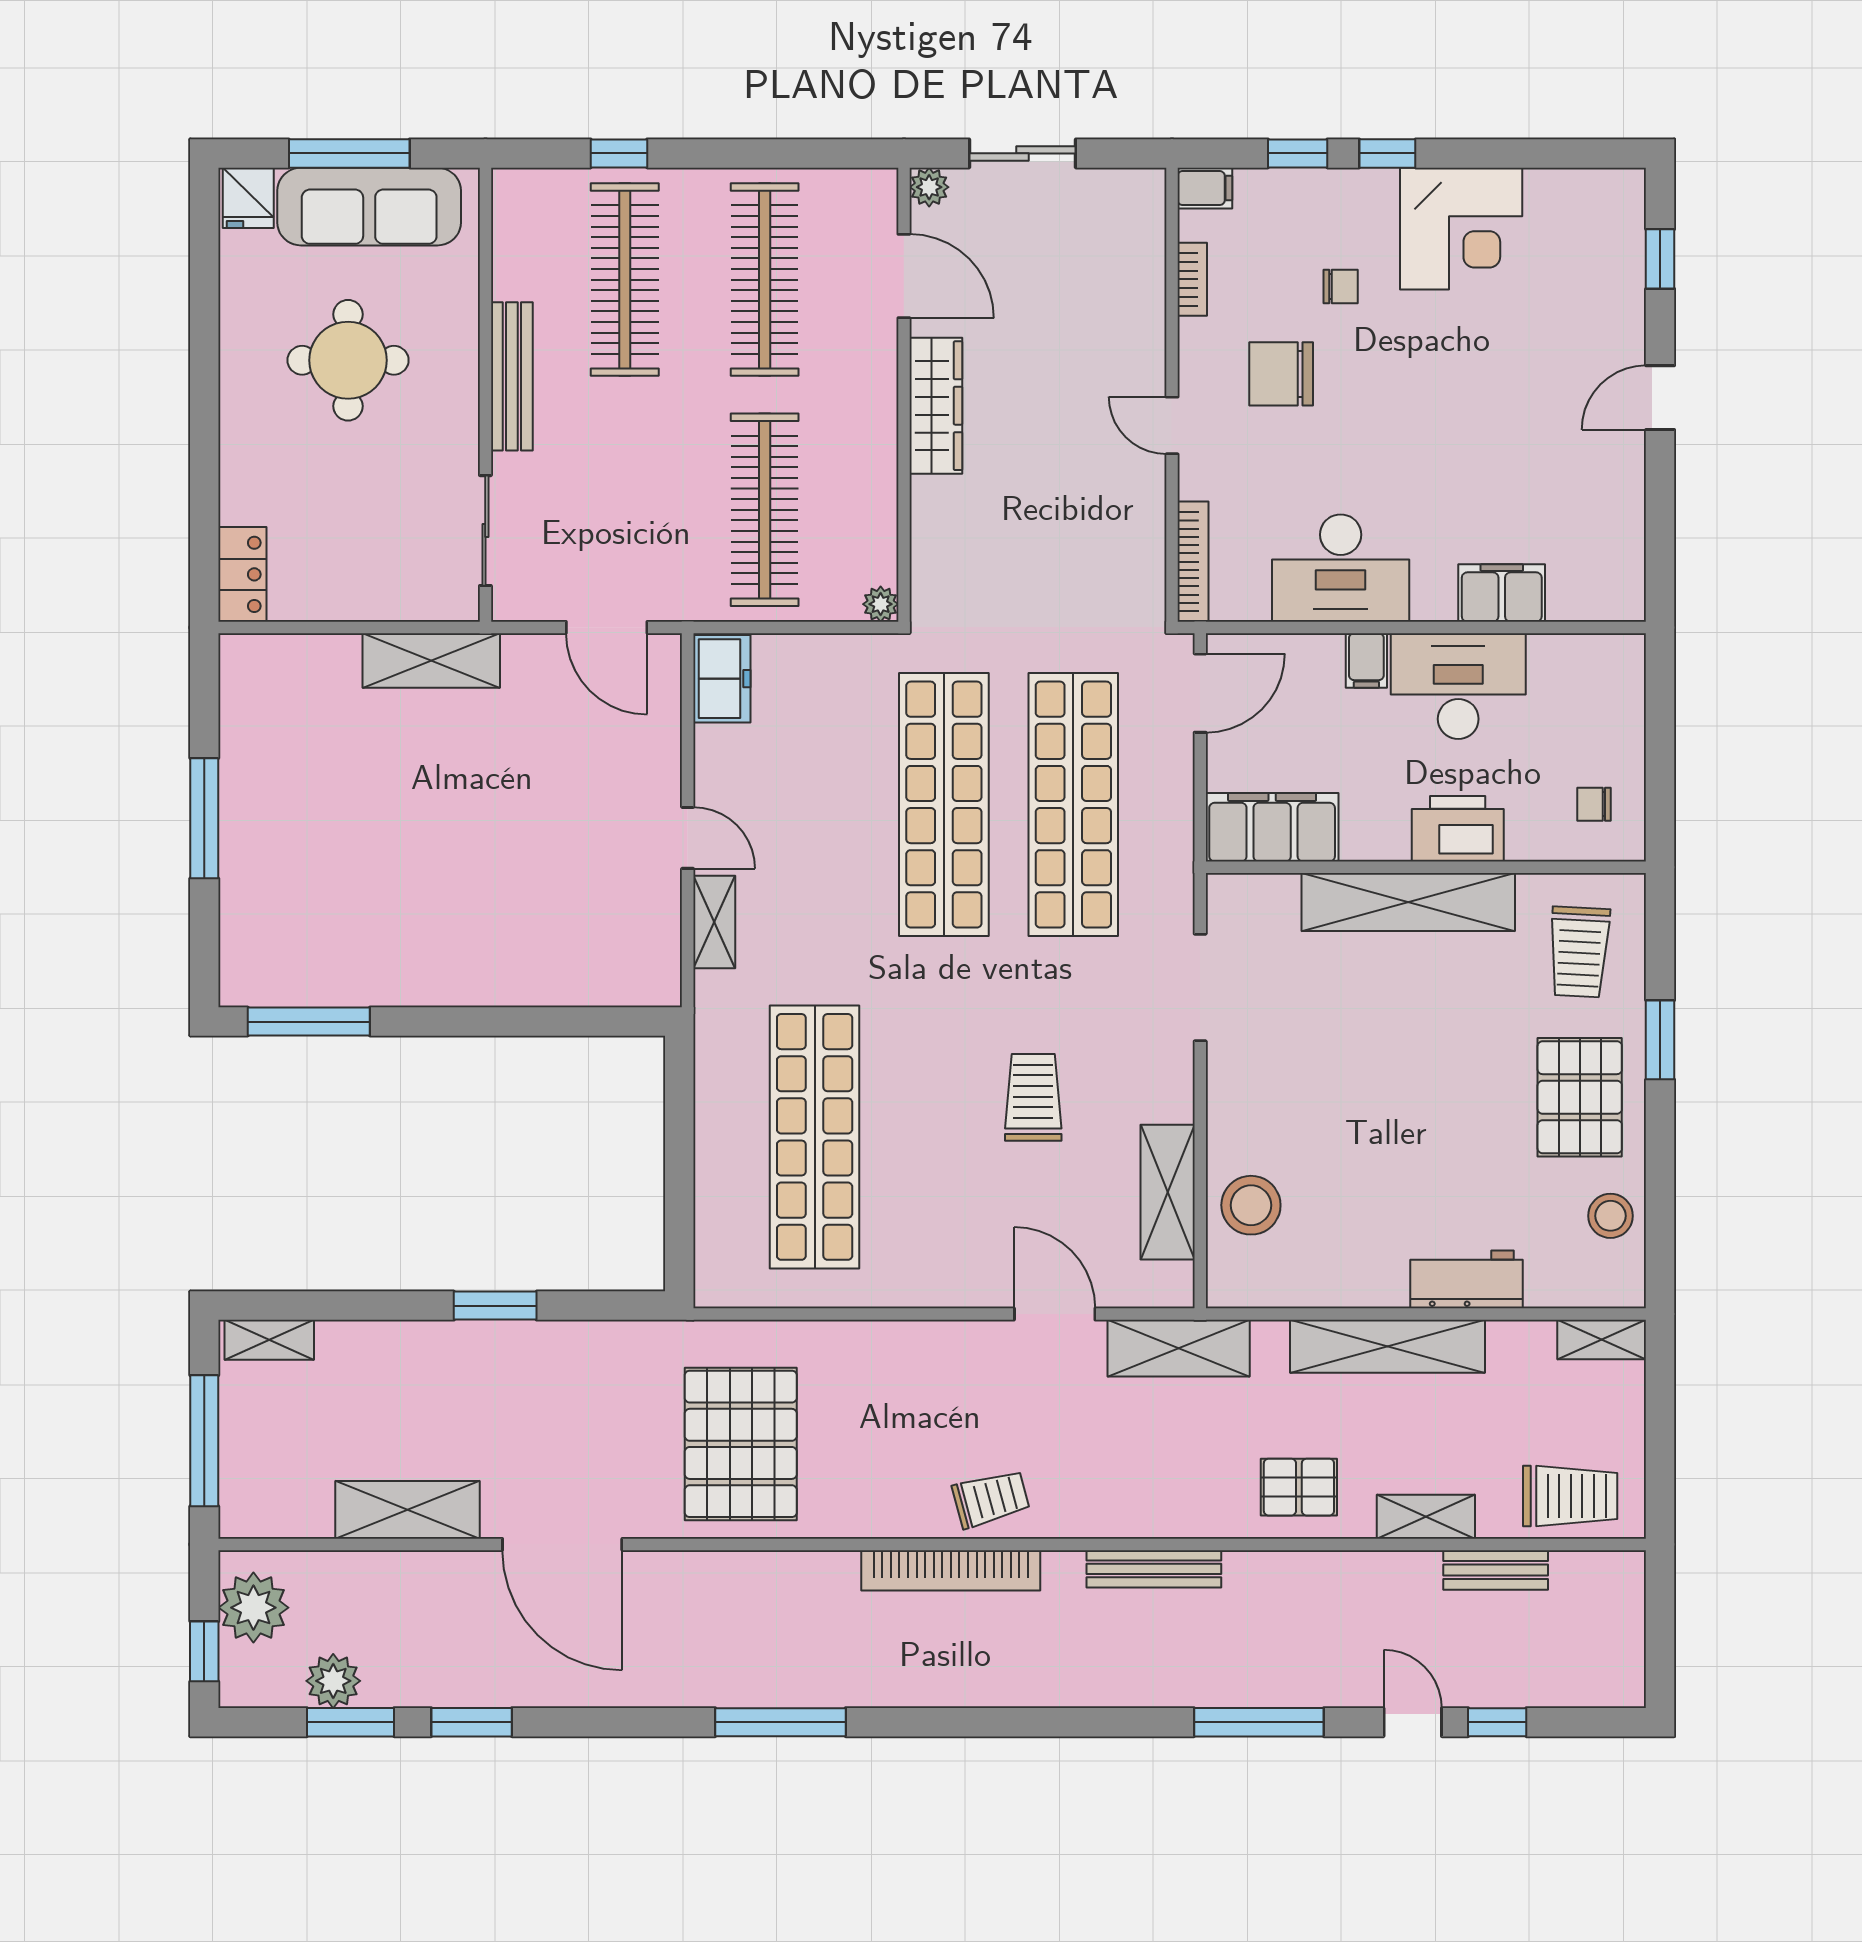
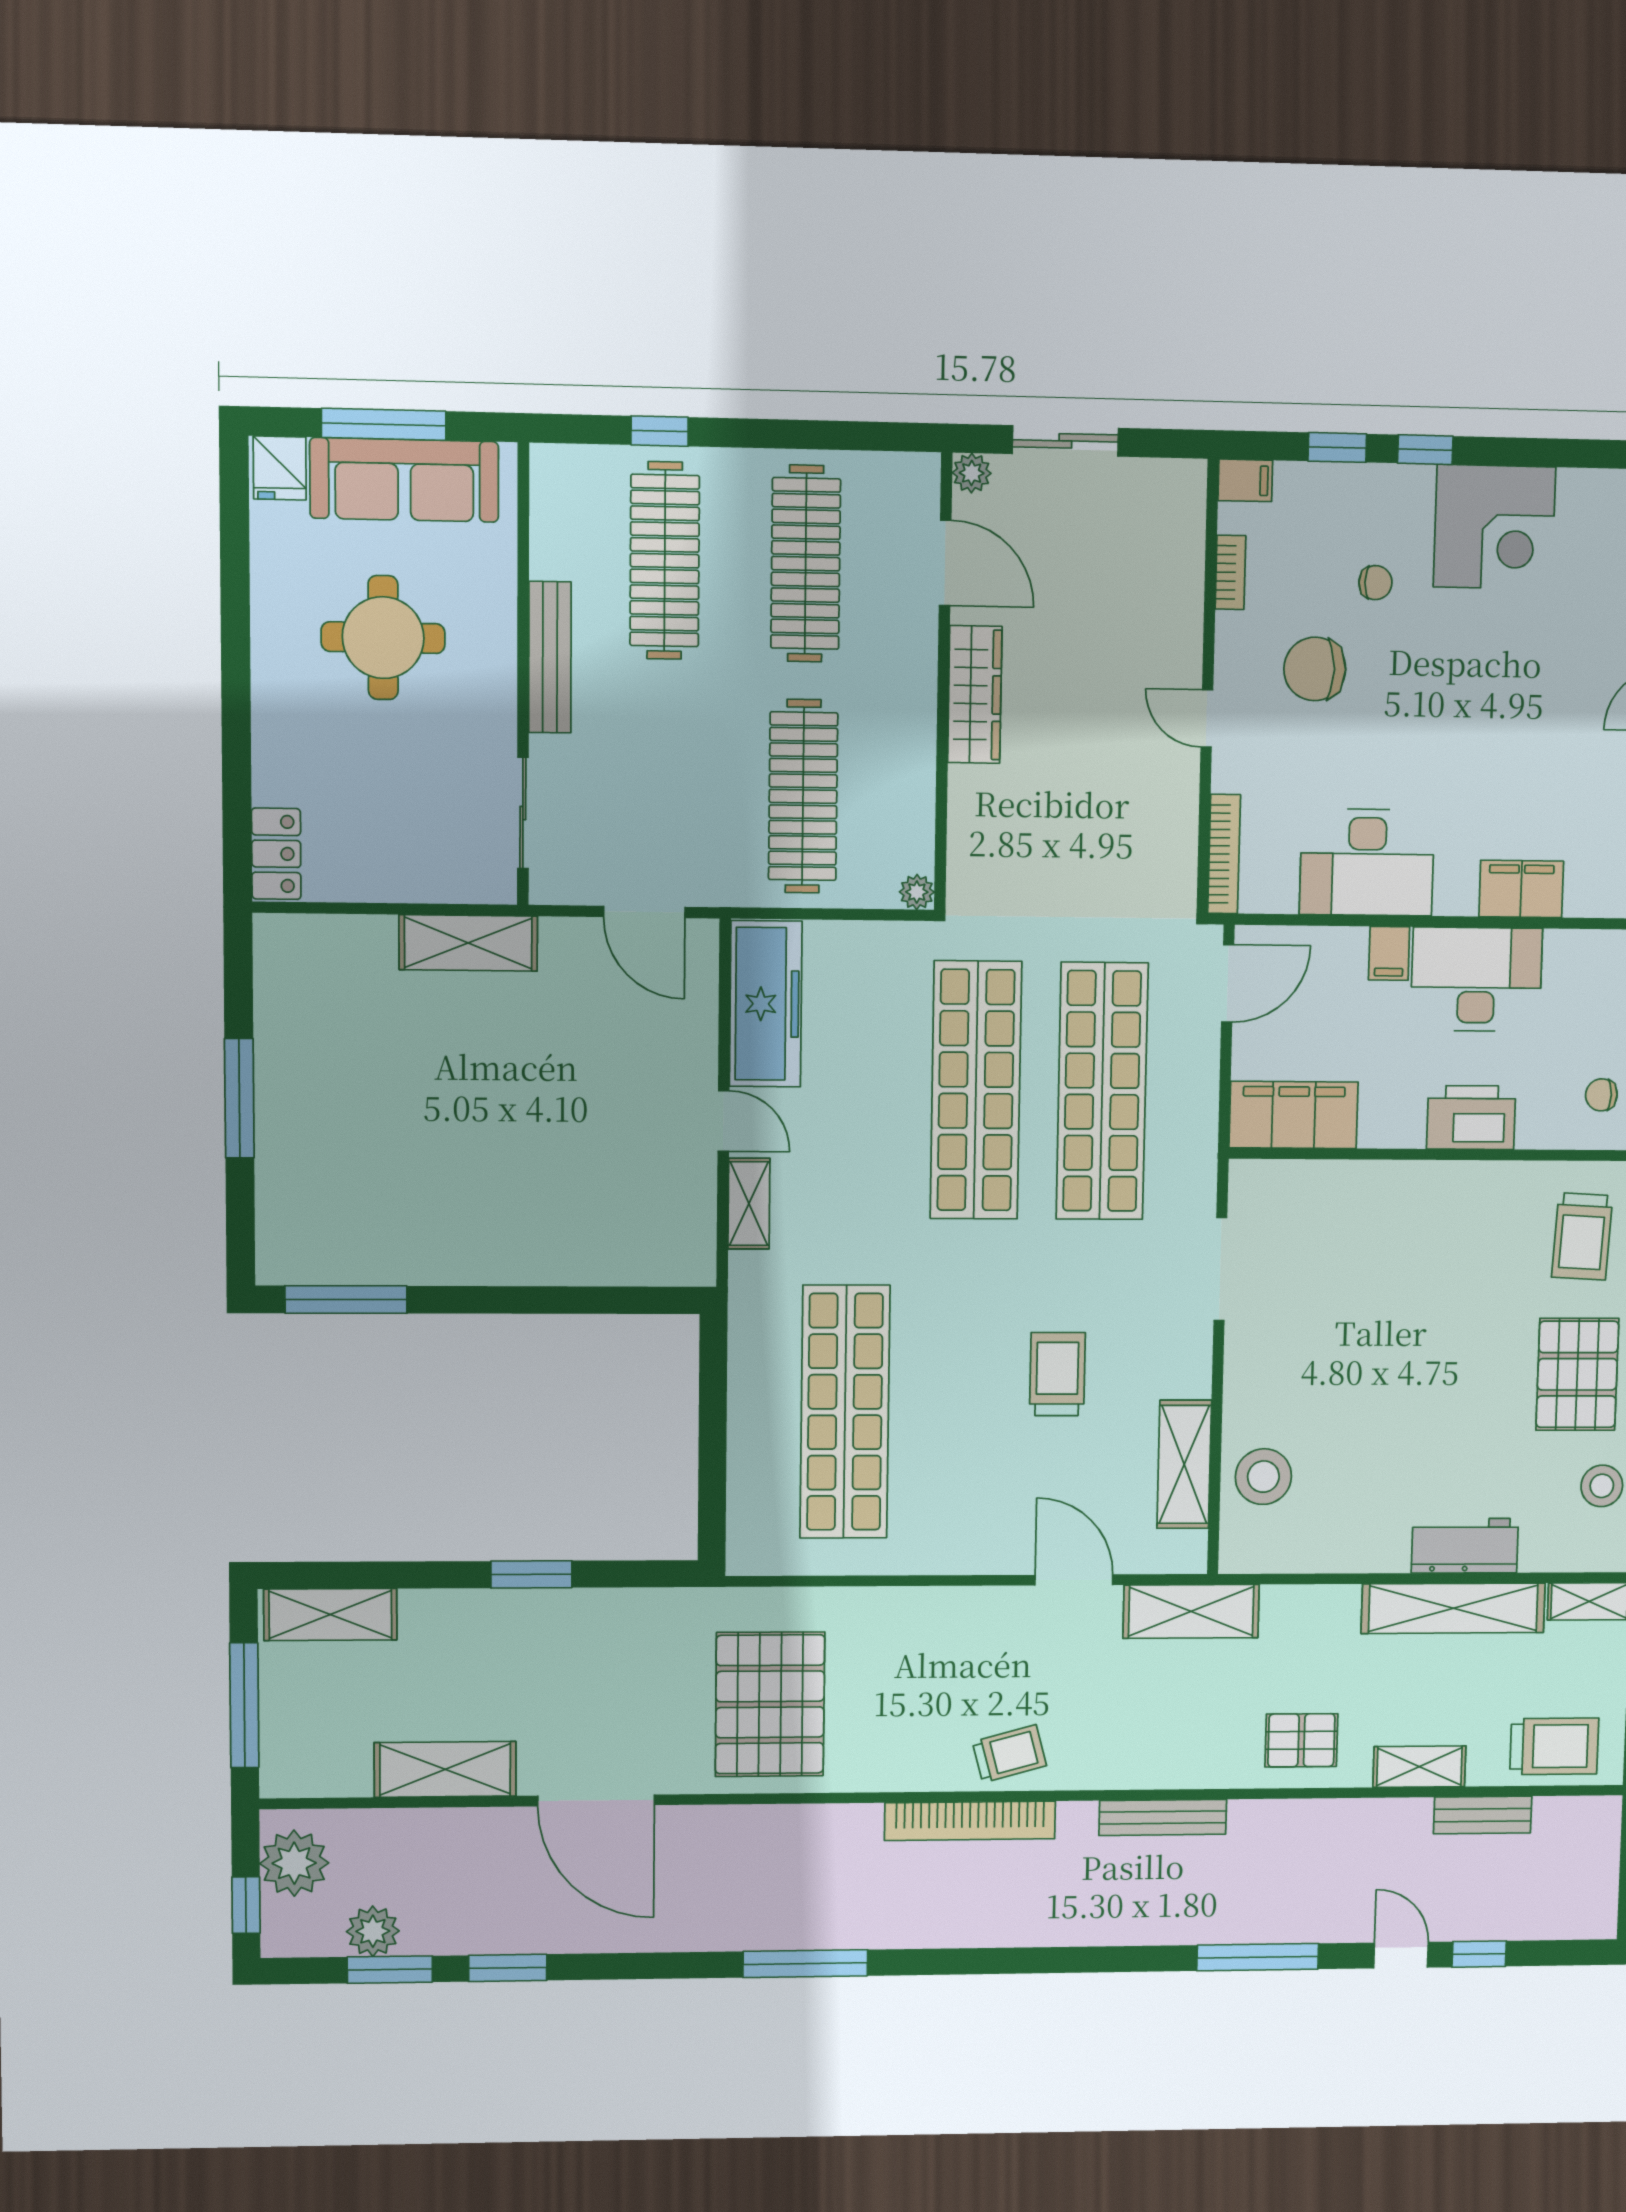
freezer: (722, 679) -> (766, 1004), width x1.91, depth x1.26
shelving: (1408, 902) -> (1422, 1188), removed
shelving: (269, 1340) -> (330, 1615), width x1.50, depth x1.33
shelving: (1387, 1346) -> (1453, 1608), moved

